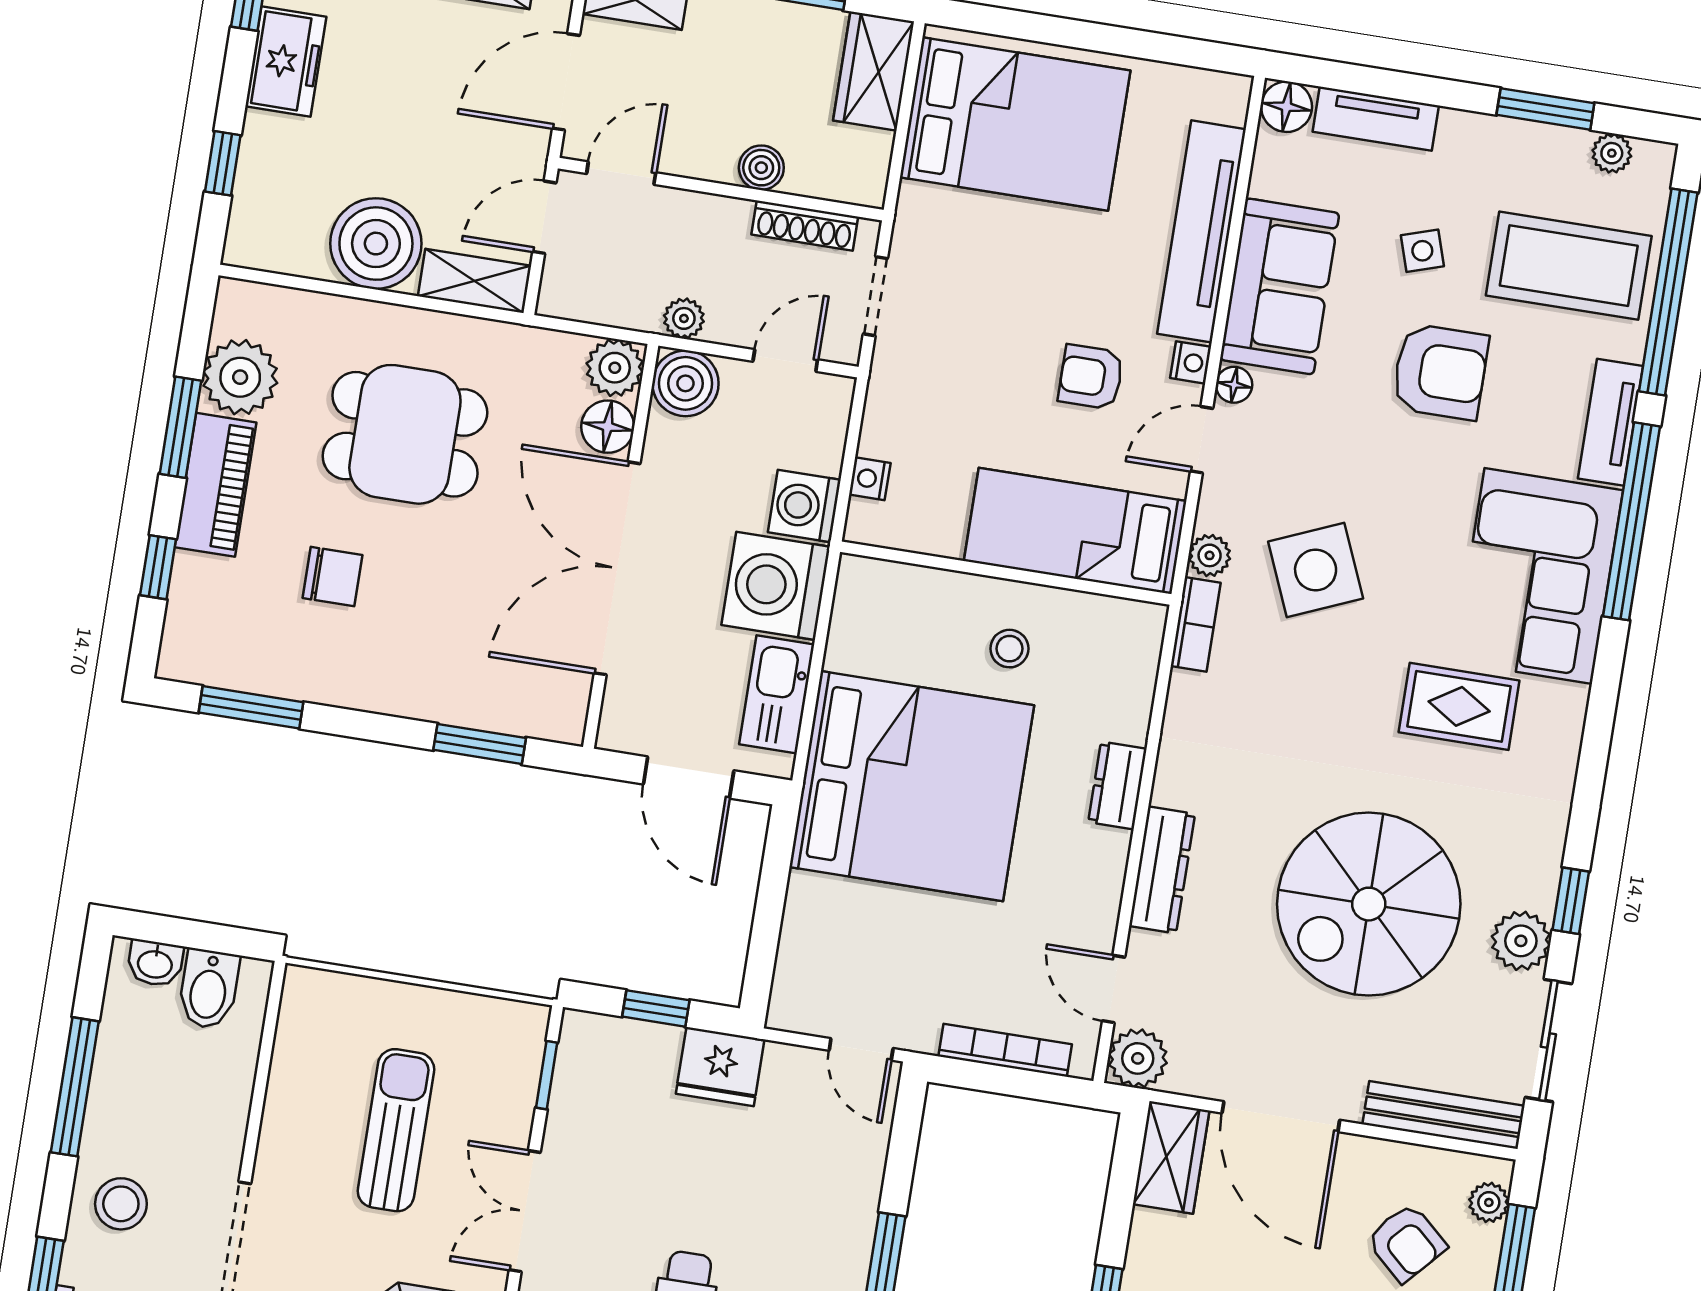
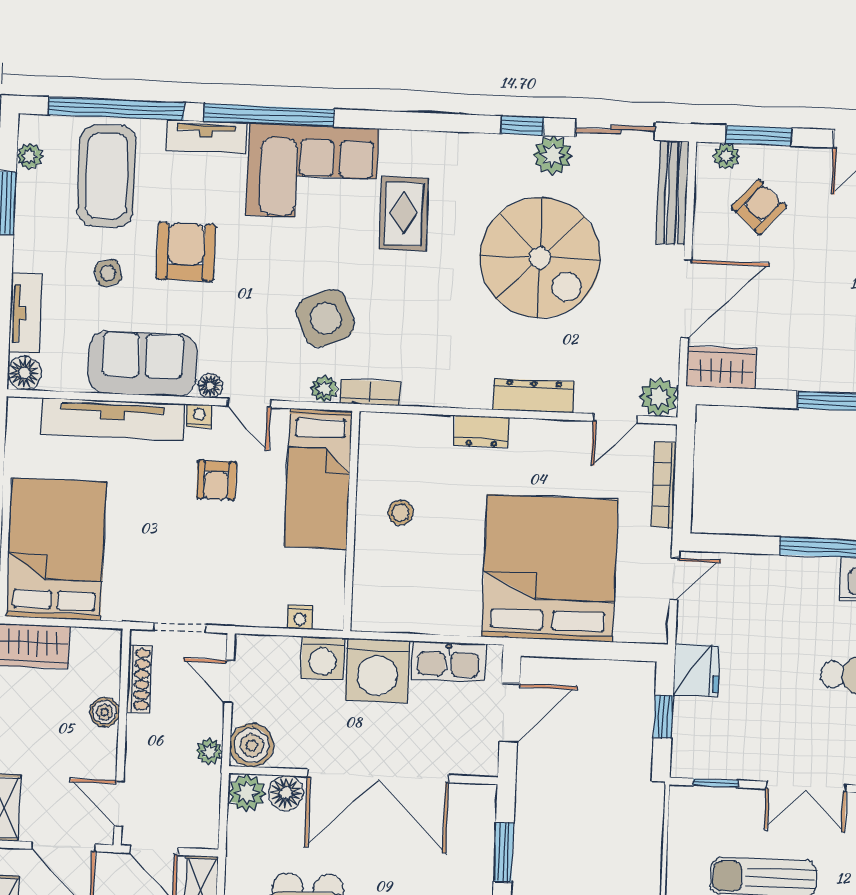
bed: (912, 786) -> (550, 568), moved

